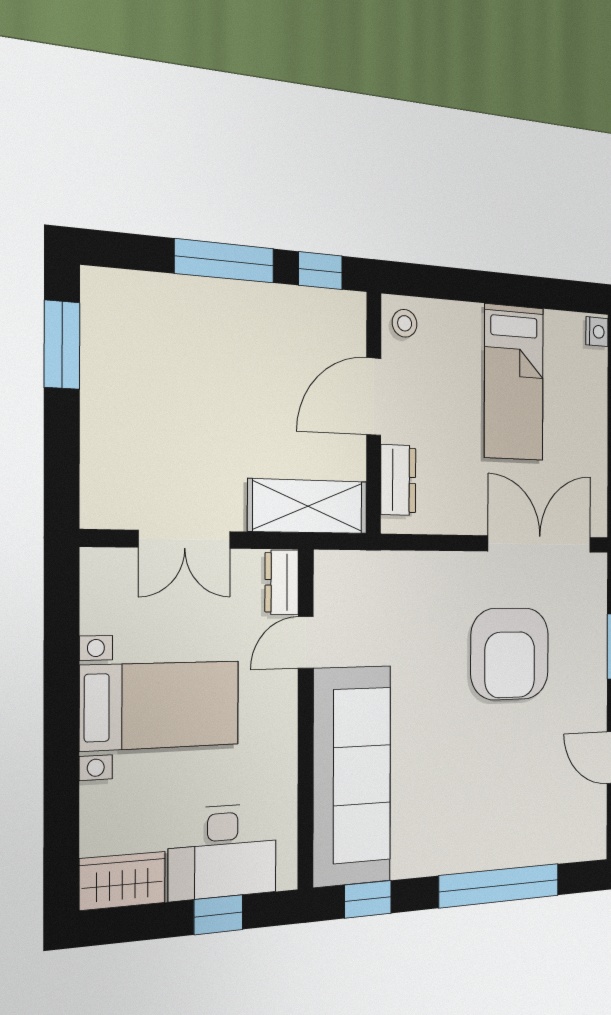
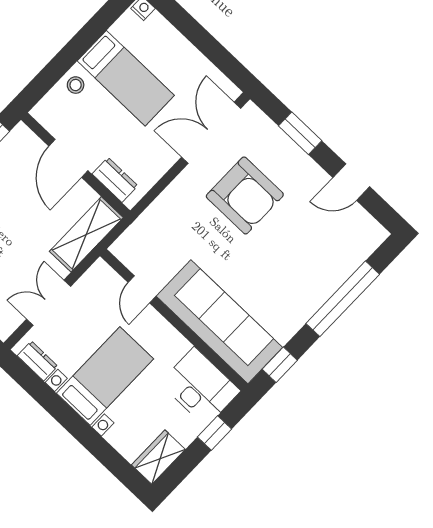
stool: (405, 323) -> (76, 85), moved
double door: (185, 539) -> (49, 303), swing flipped
dresser: (282, 582) -> (38, 361), moved, turned 180
desk: (223, 851) -> (200, 387), moved, turned -90

